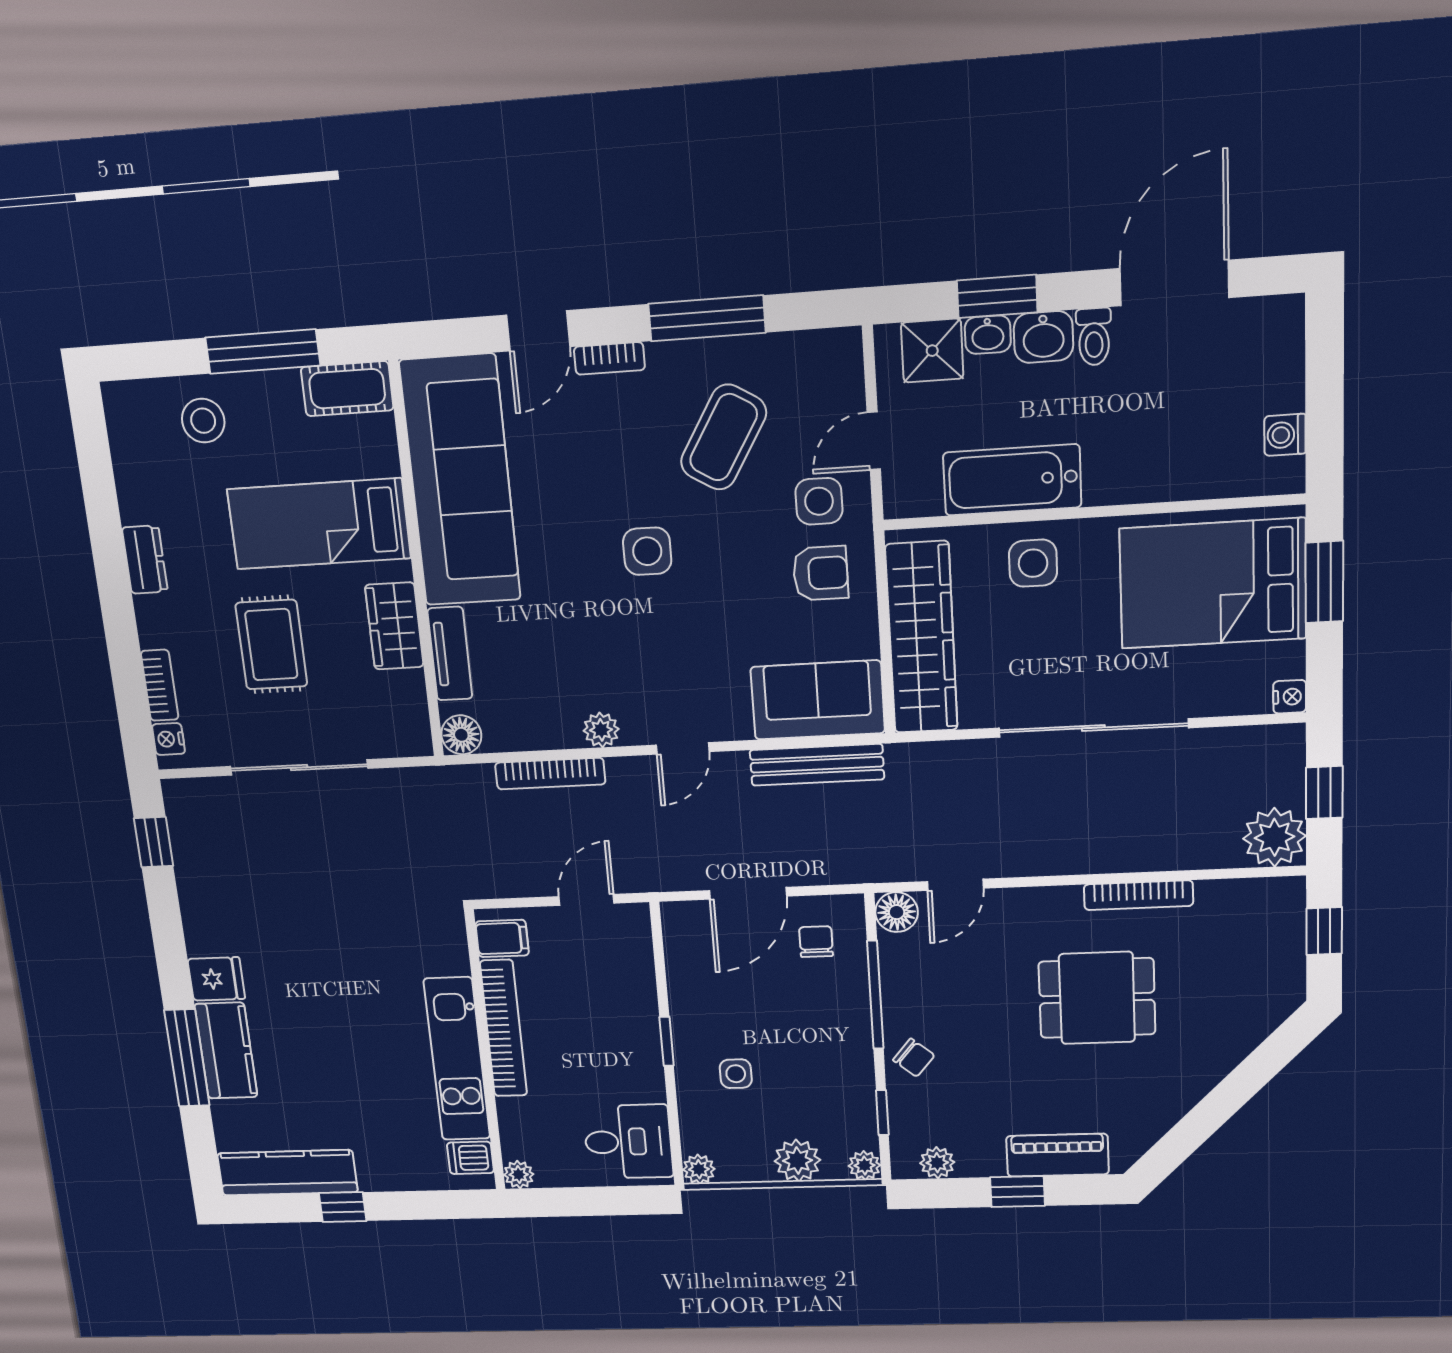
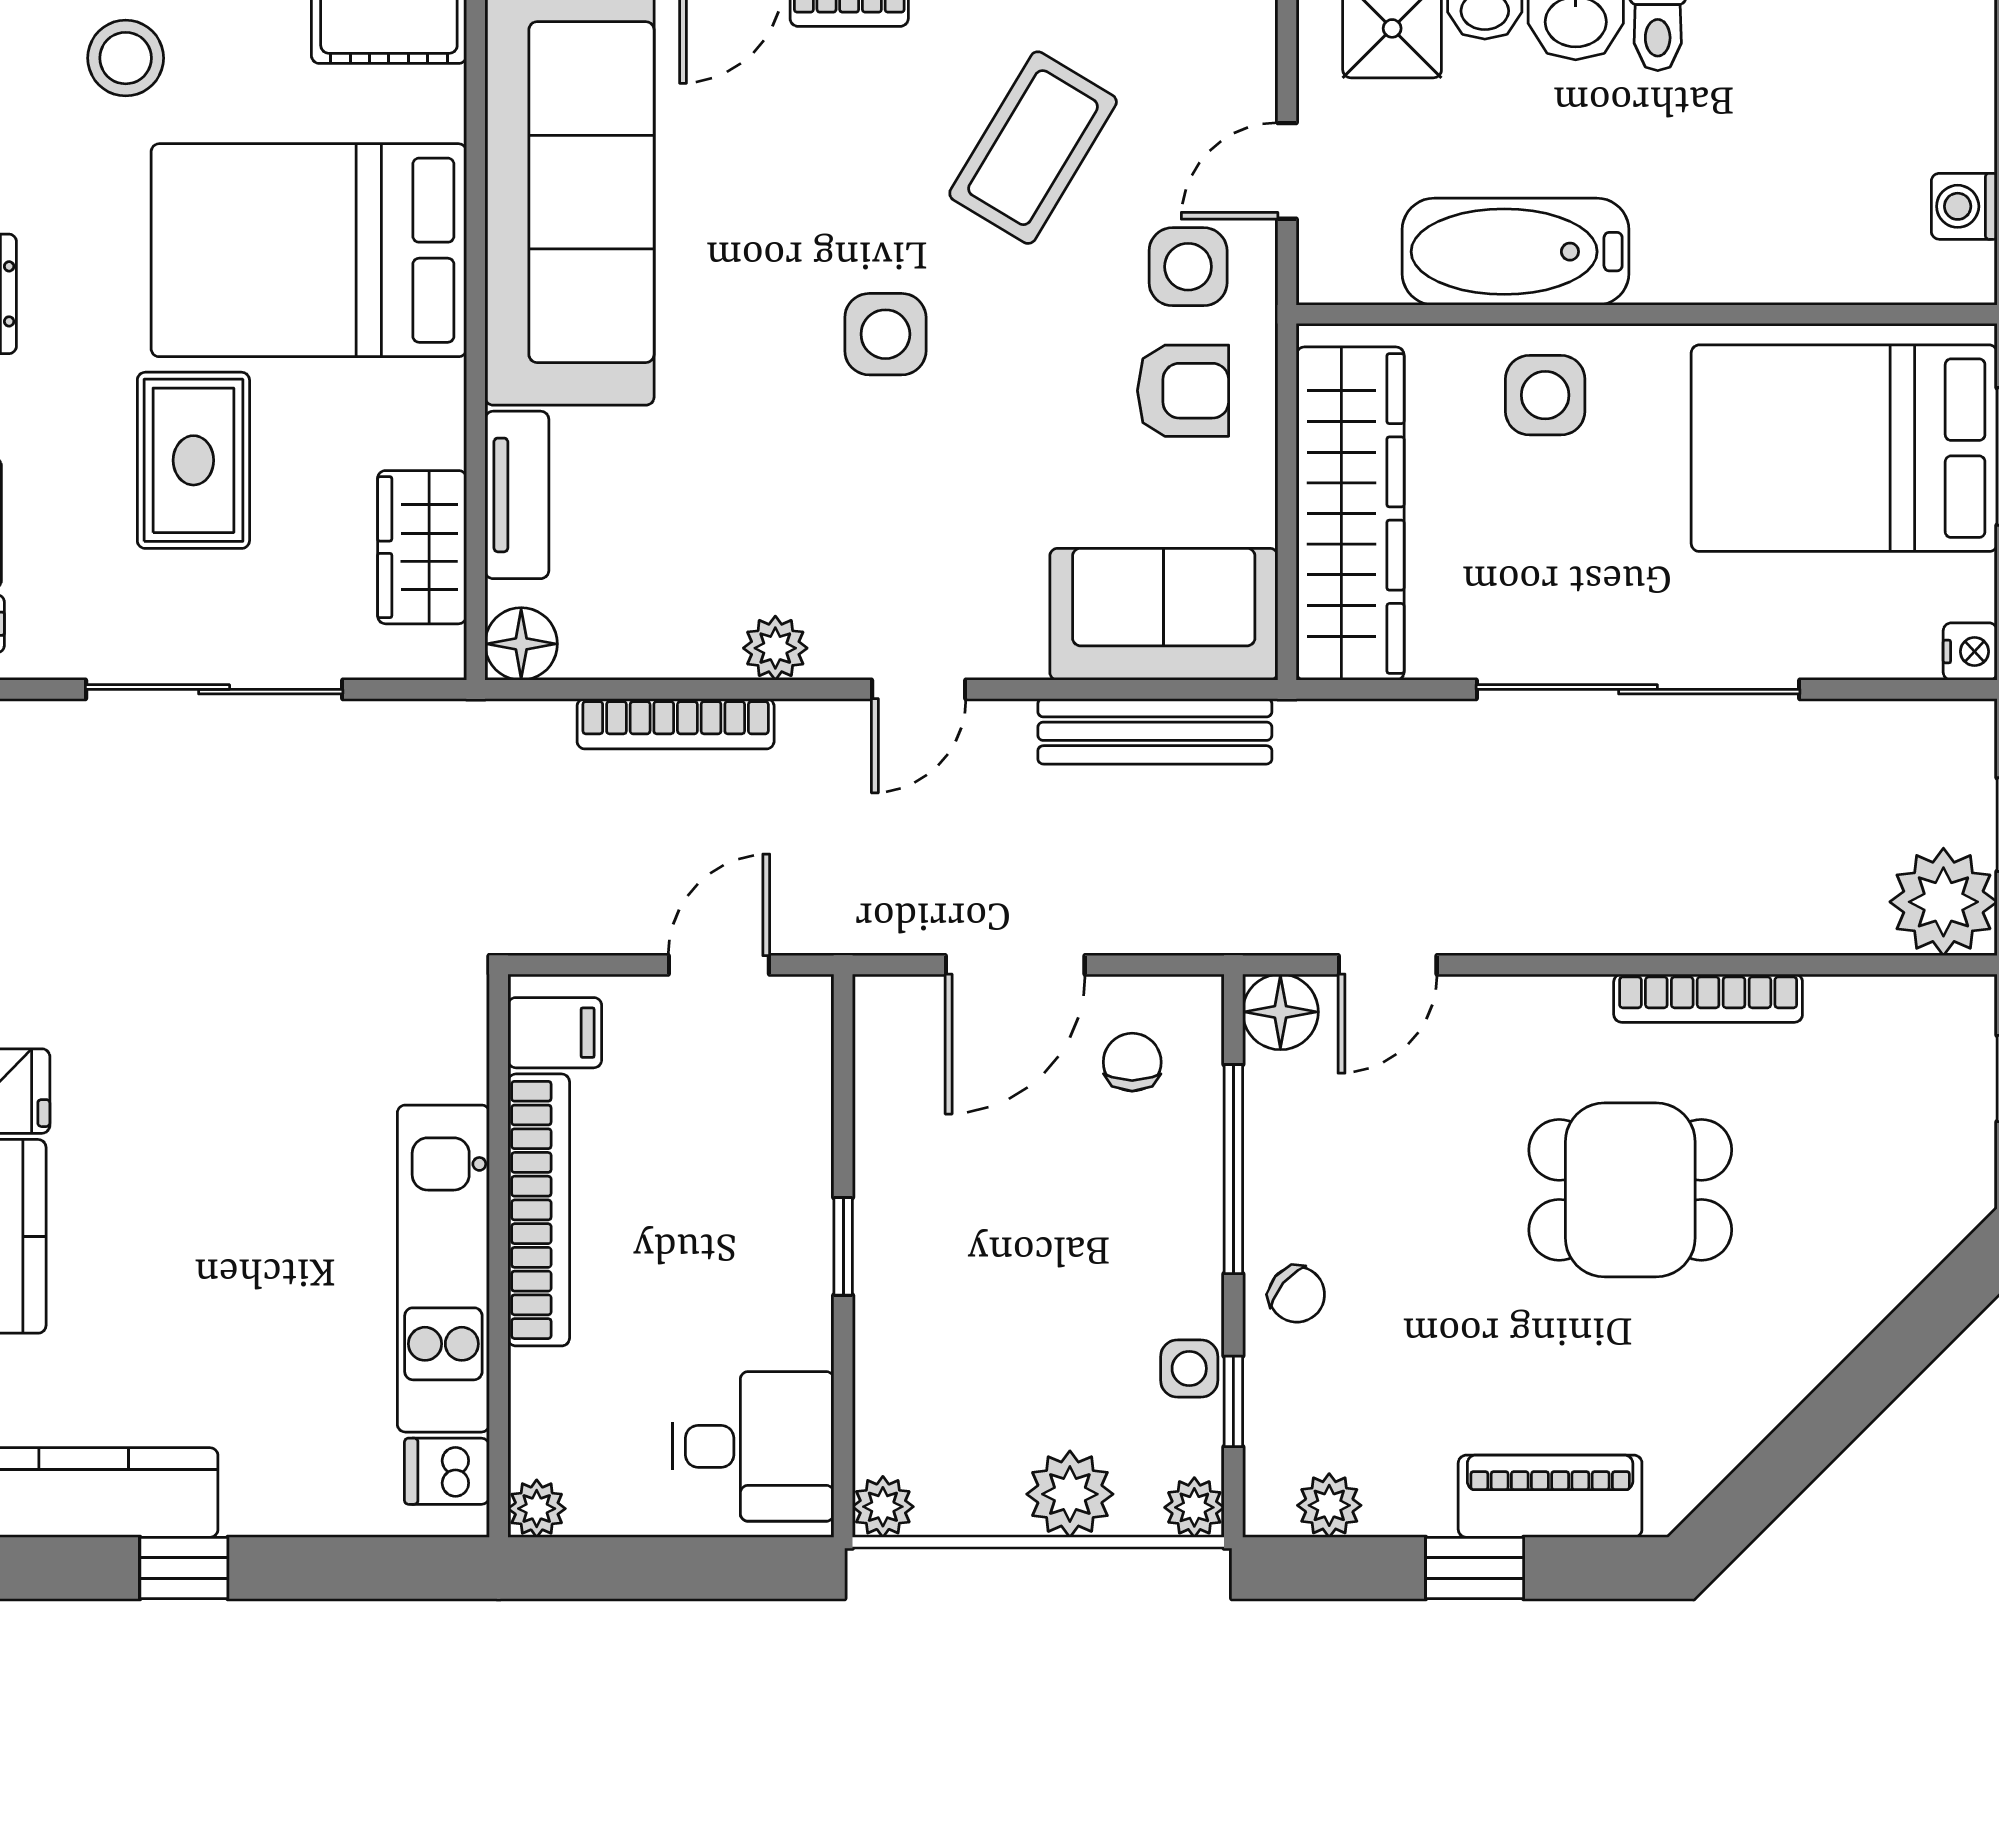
bed: (319, 524) -> (309, 250), width x1.50
wardrobe: (394, 626) -> (422, 547), moved
side table: (736, 1074) -> (1189, 1368), moved

